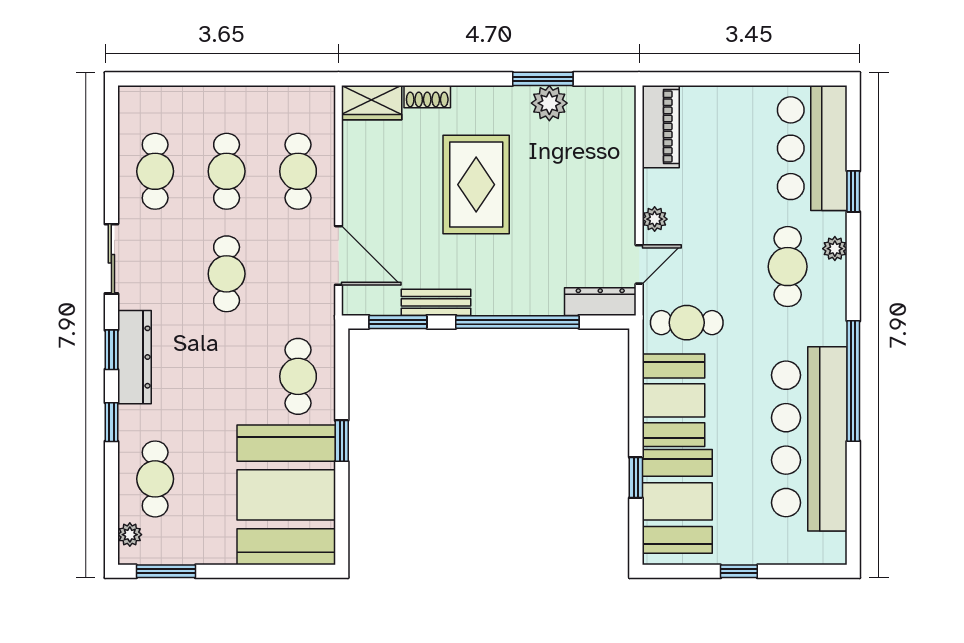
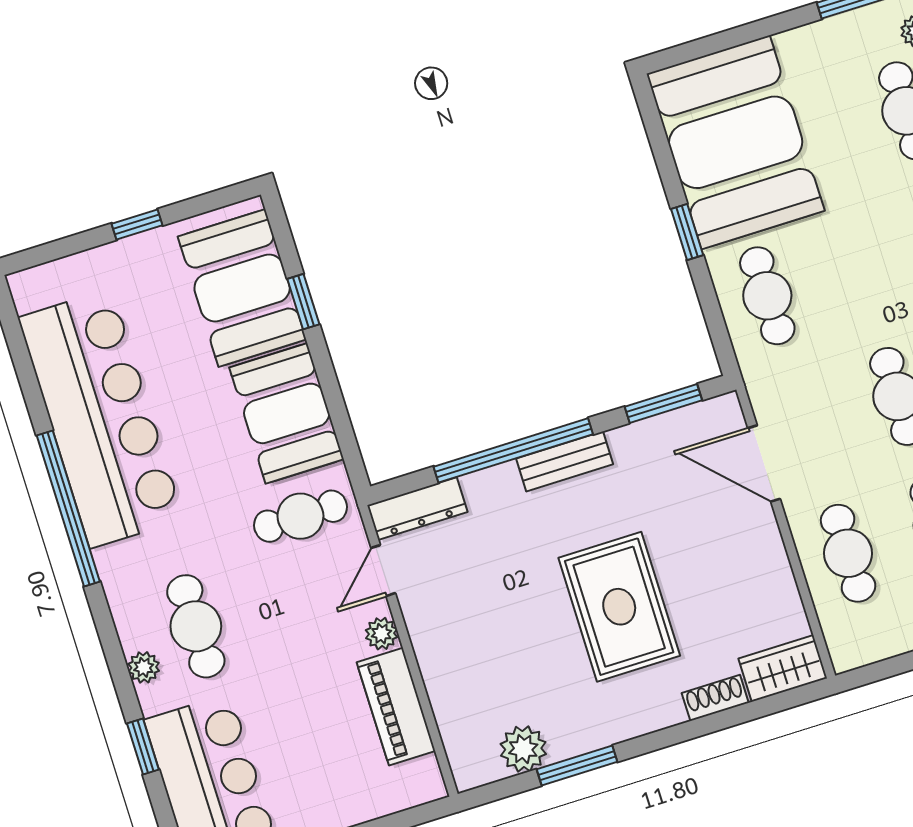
plant: (549, 103) -> (523, 749), moved
piano: (661, 127) -> (396, 707), moved
bench: (436, 302) -> (565, 461), moved

